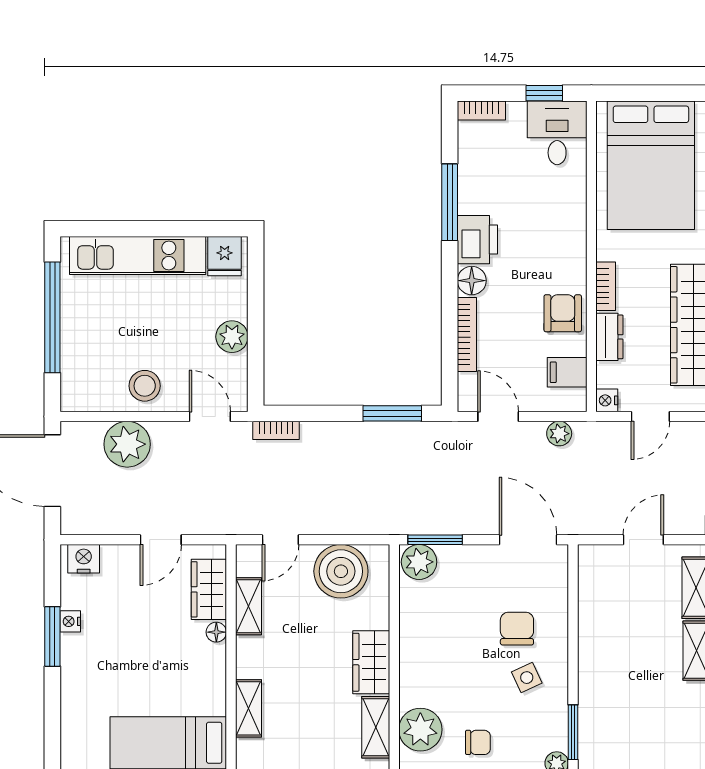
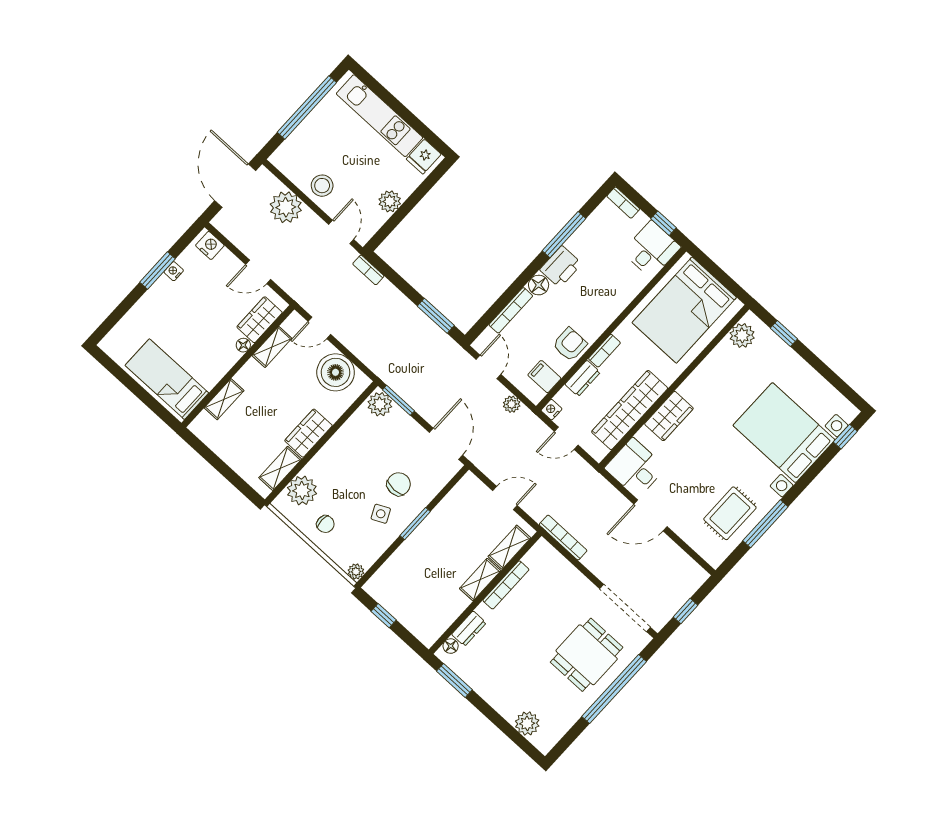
window: (573, 732) -> (415, 524), moved

